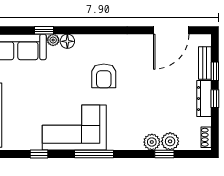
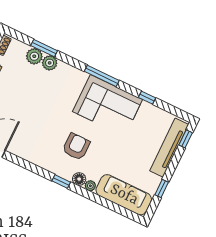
window: (44, 30) -> (61, 182), moved
armchair: (104, 76) -> (76, 147), moved
window: (164, 154) -> (44, 48), width x1.50

